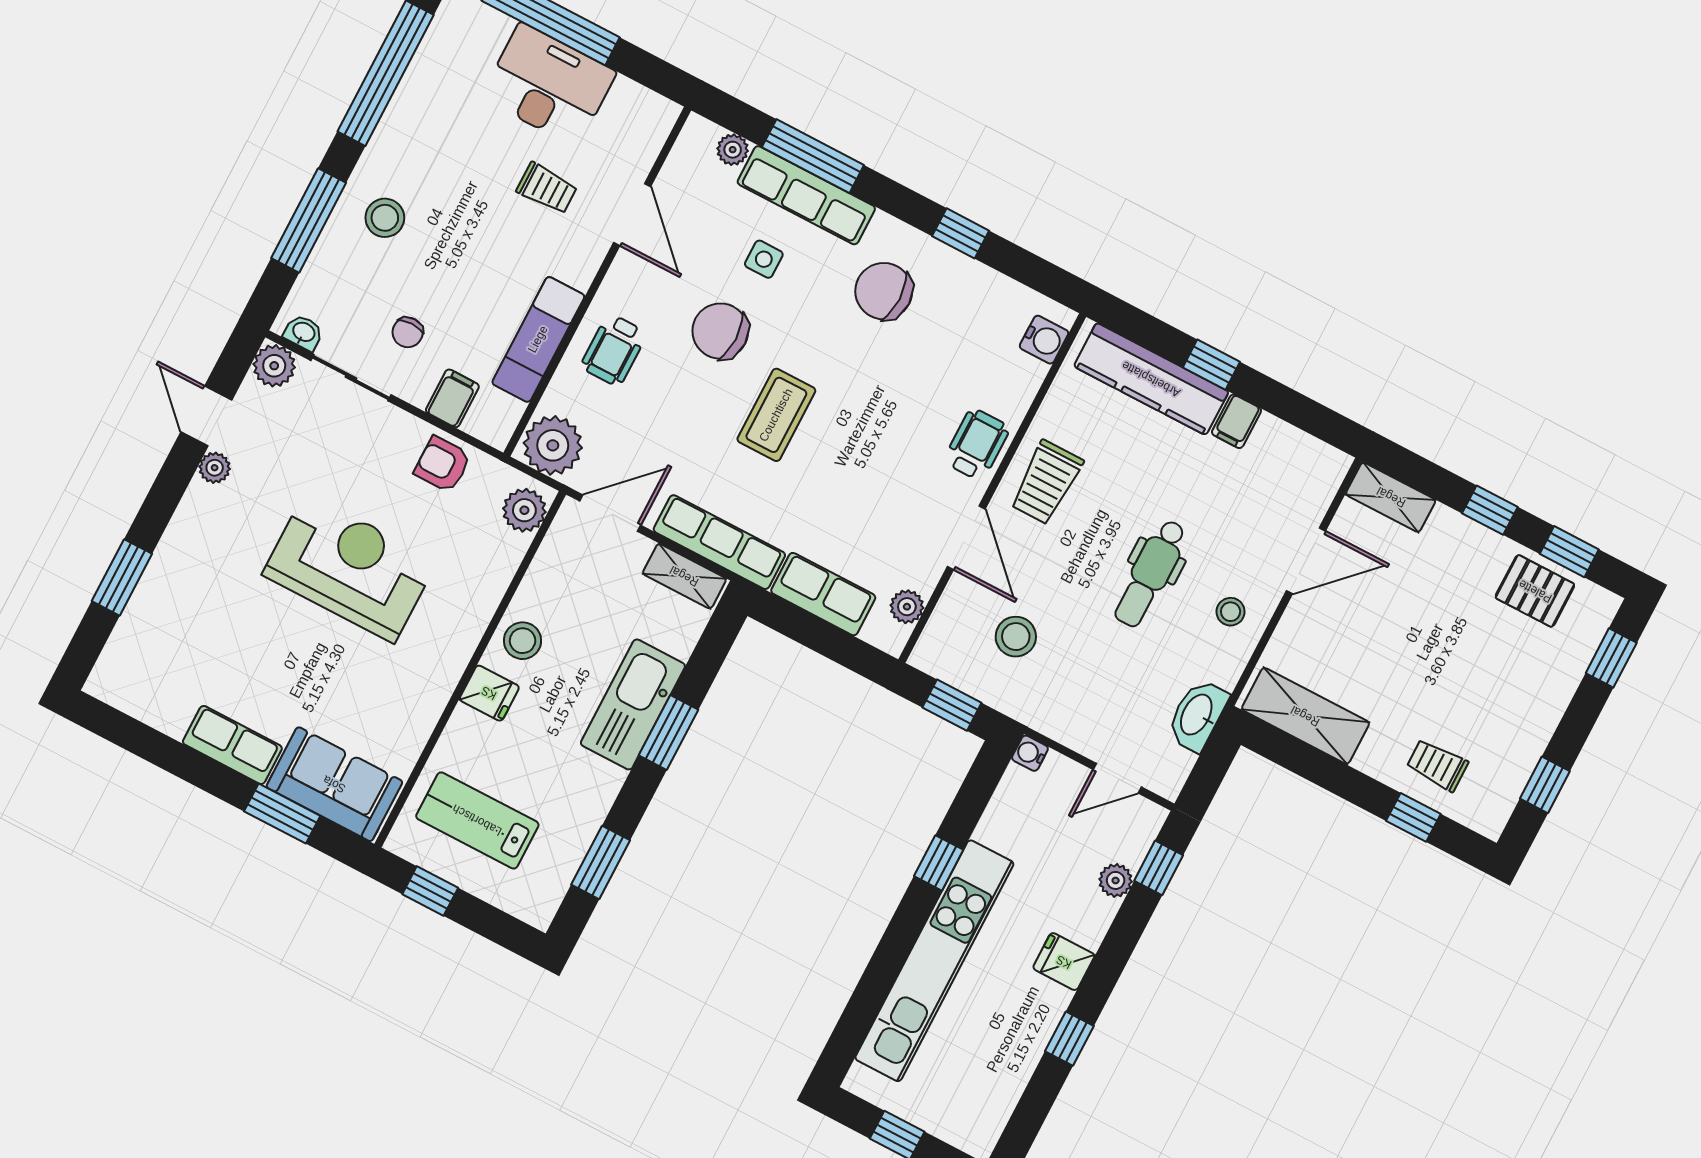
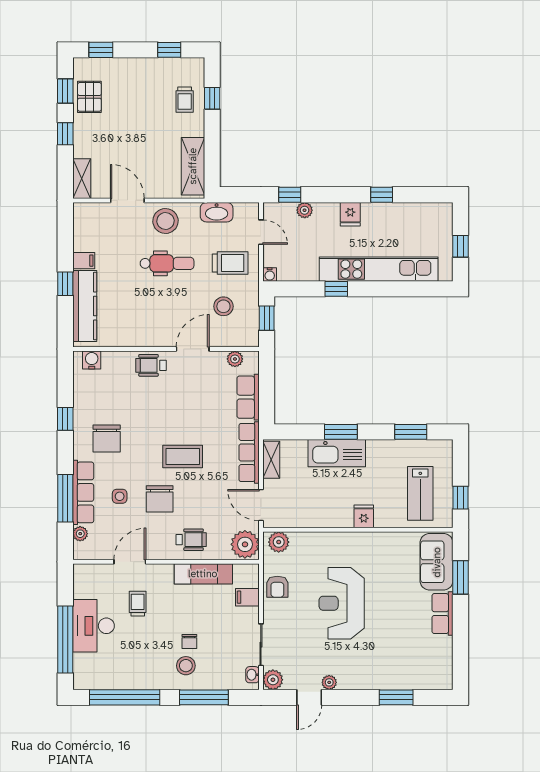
chair: (408, 332) -> (189, 641), moved, turned 90
trolley: (1046, 482) -> (230, 263), moved
stool: (1231, 612) -> (165, 221), width x1.89, depth x1.89
stool: (523, 641) -> (334, 514), removed

